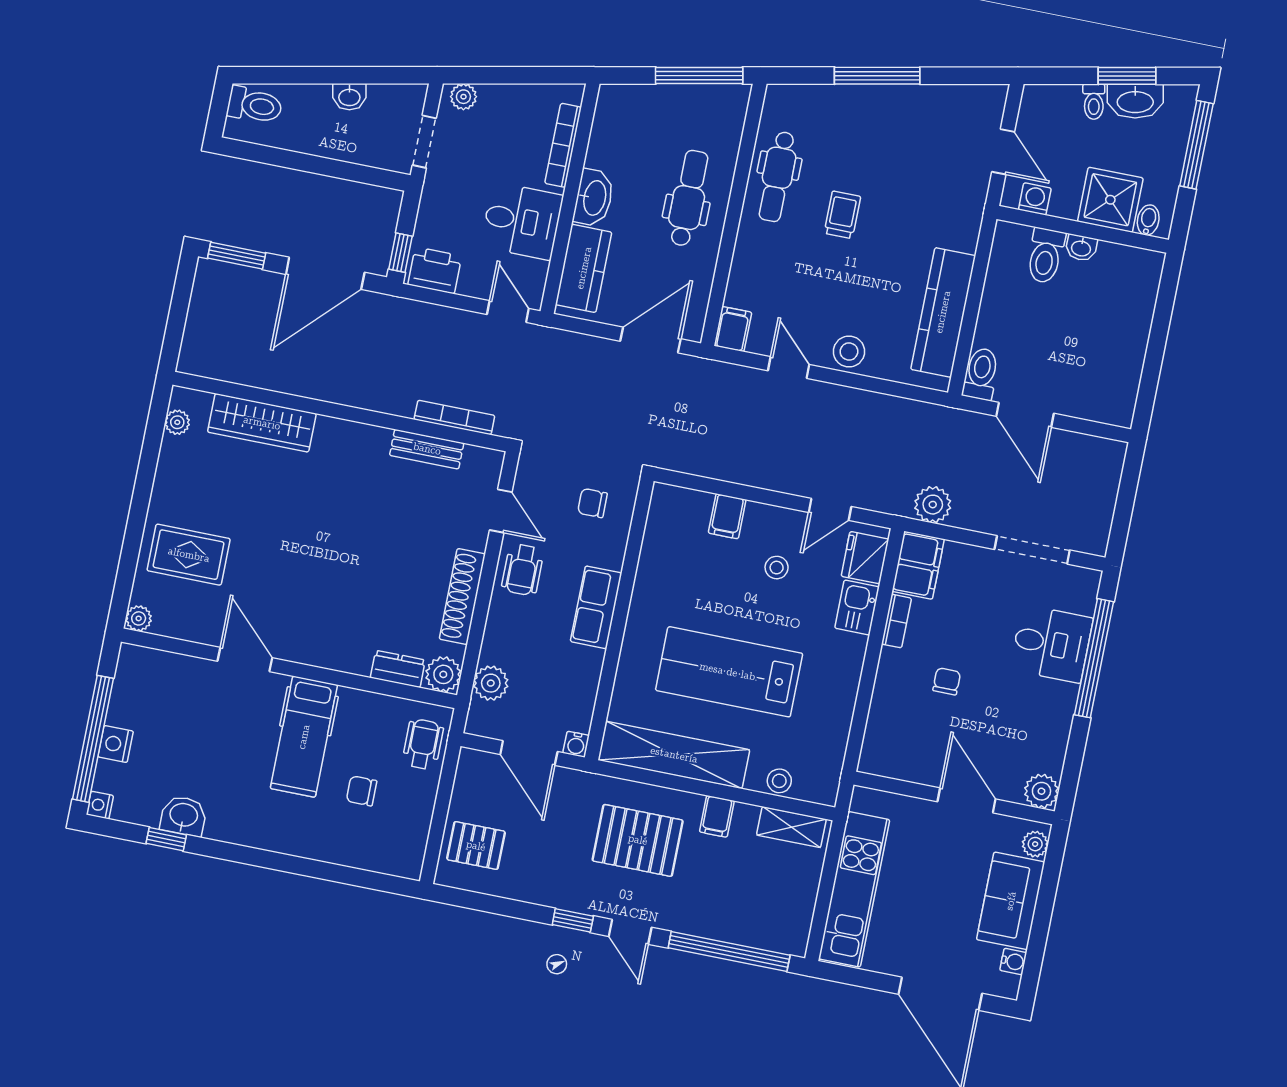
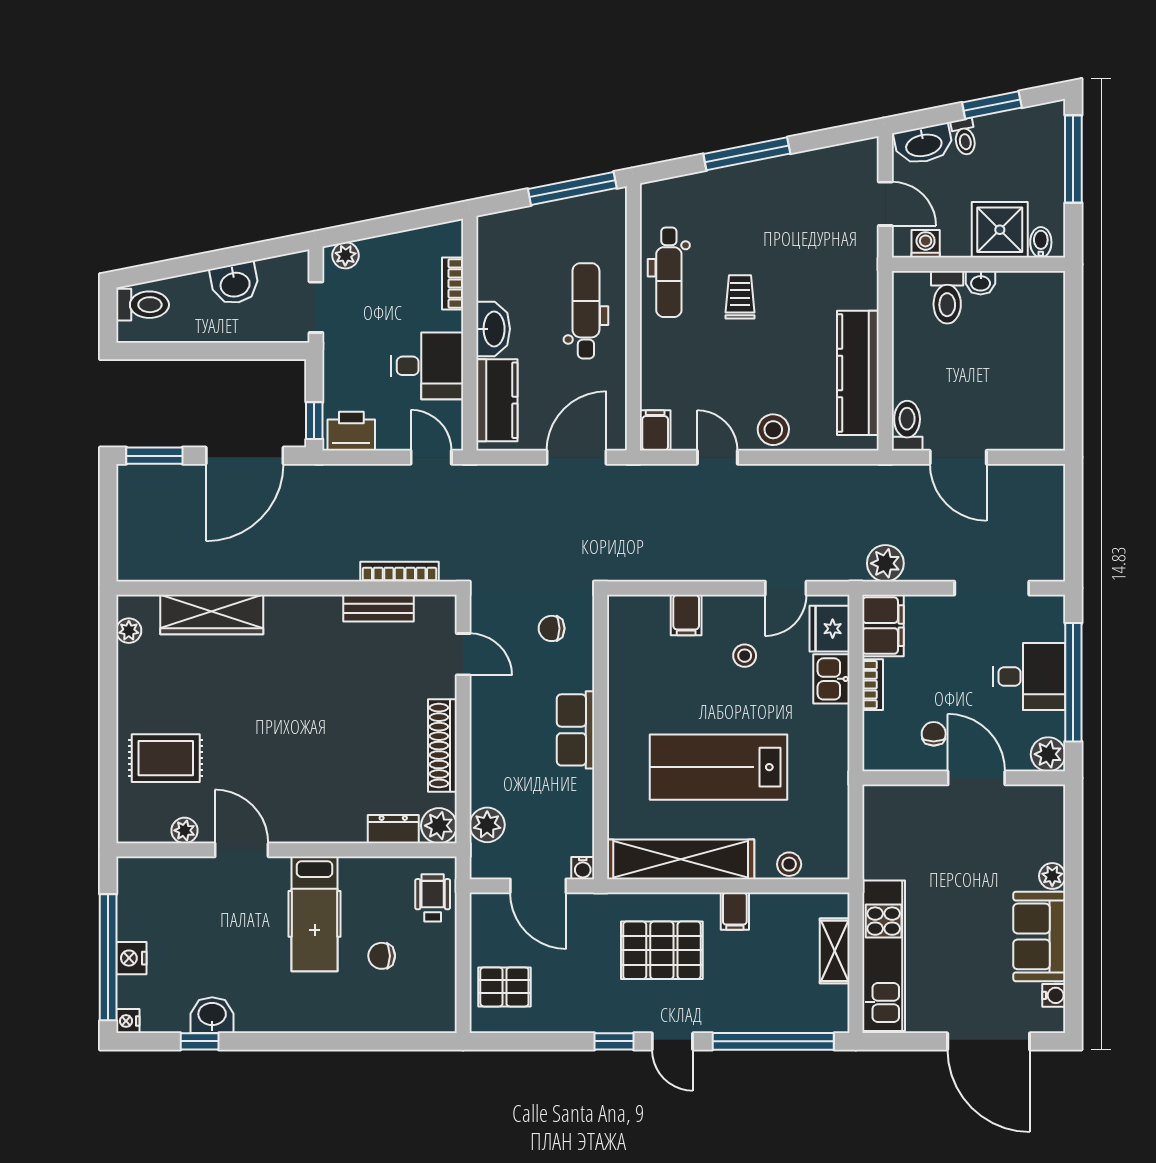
washbasin: (349, 97) -> (235, 284), width x1.38, depth x1.45
washbasin: (1135, 101) -> (924, 144), moved
bookcase: (563, 145) -> (453, 283), width x0.64
wheelchair: (523, 570) -> (496, 708), removed
plant: (139, 618) -> (185, 830), moved
plant: (1041, 791) -> (1048, 754), moved
wall: (954, 798) -> (964, 778), moved
door: (966, 800) -> (976, 778), moved
shelving: (791, 827) -> (835, 951), moved, turned 90

